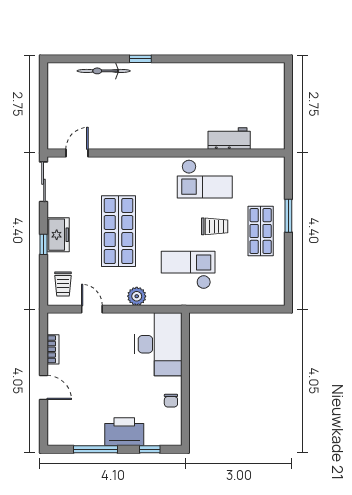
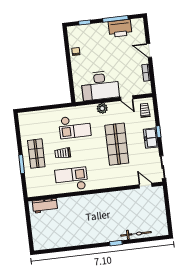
workbench: (229, 139) -> (45, 206), moved
door: (77, 153) -> (146, 186), swing flipped
desk: (158, 344) -> (100, 86), moved, turned -90
printer: (124, 432) -> (120, 28), moved

